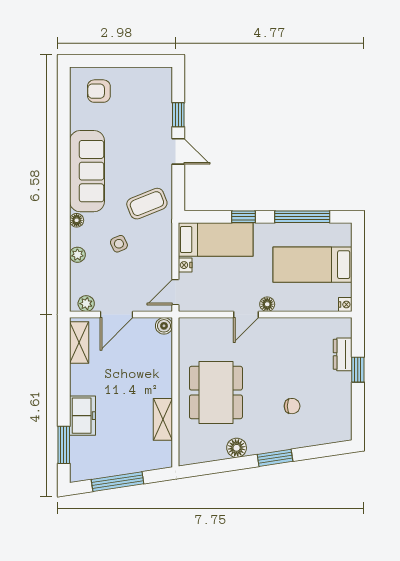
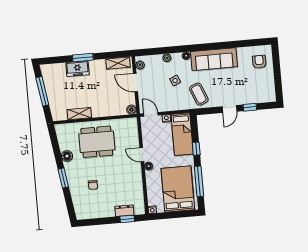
bed: (312, 265) -> (178, 189), width x1.50
window: (358, 370) -> (127, 219), moved
window: (64, 445) -> (83, 58), moved

